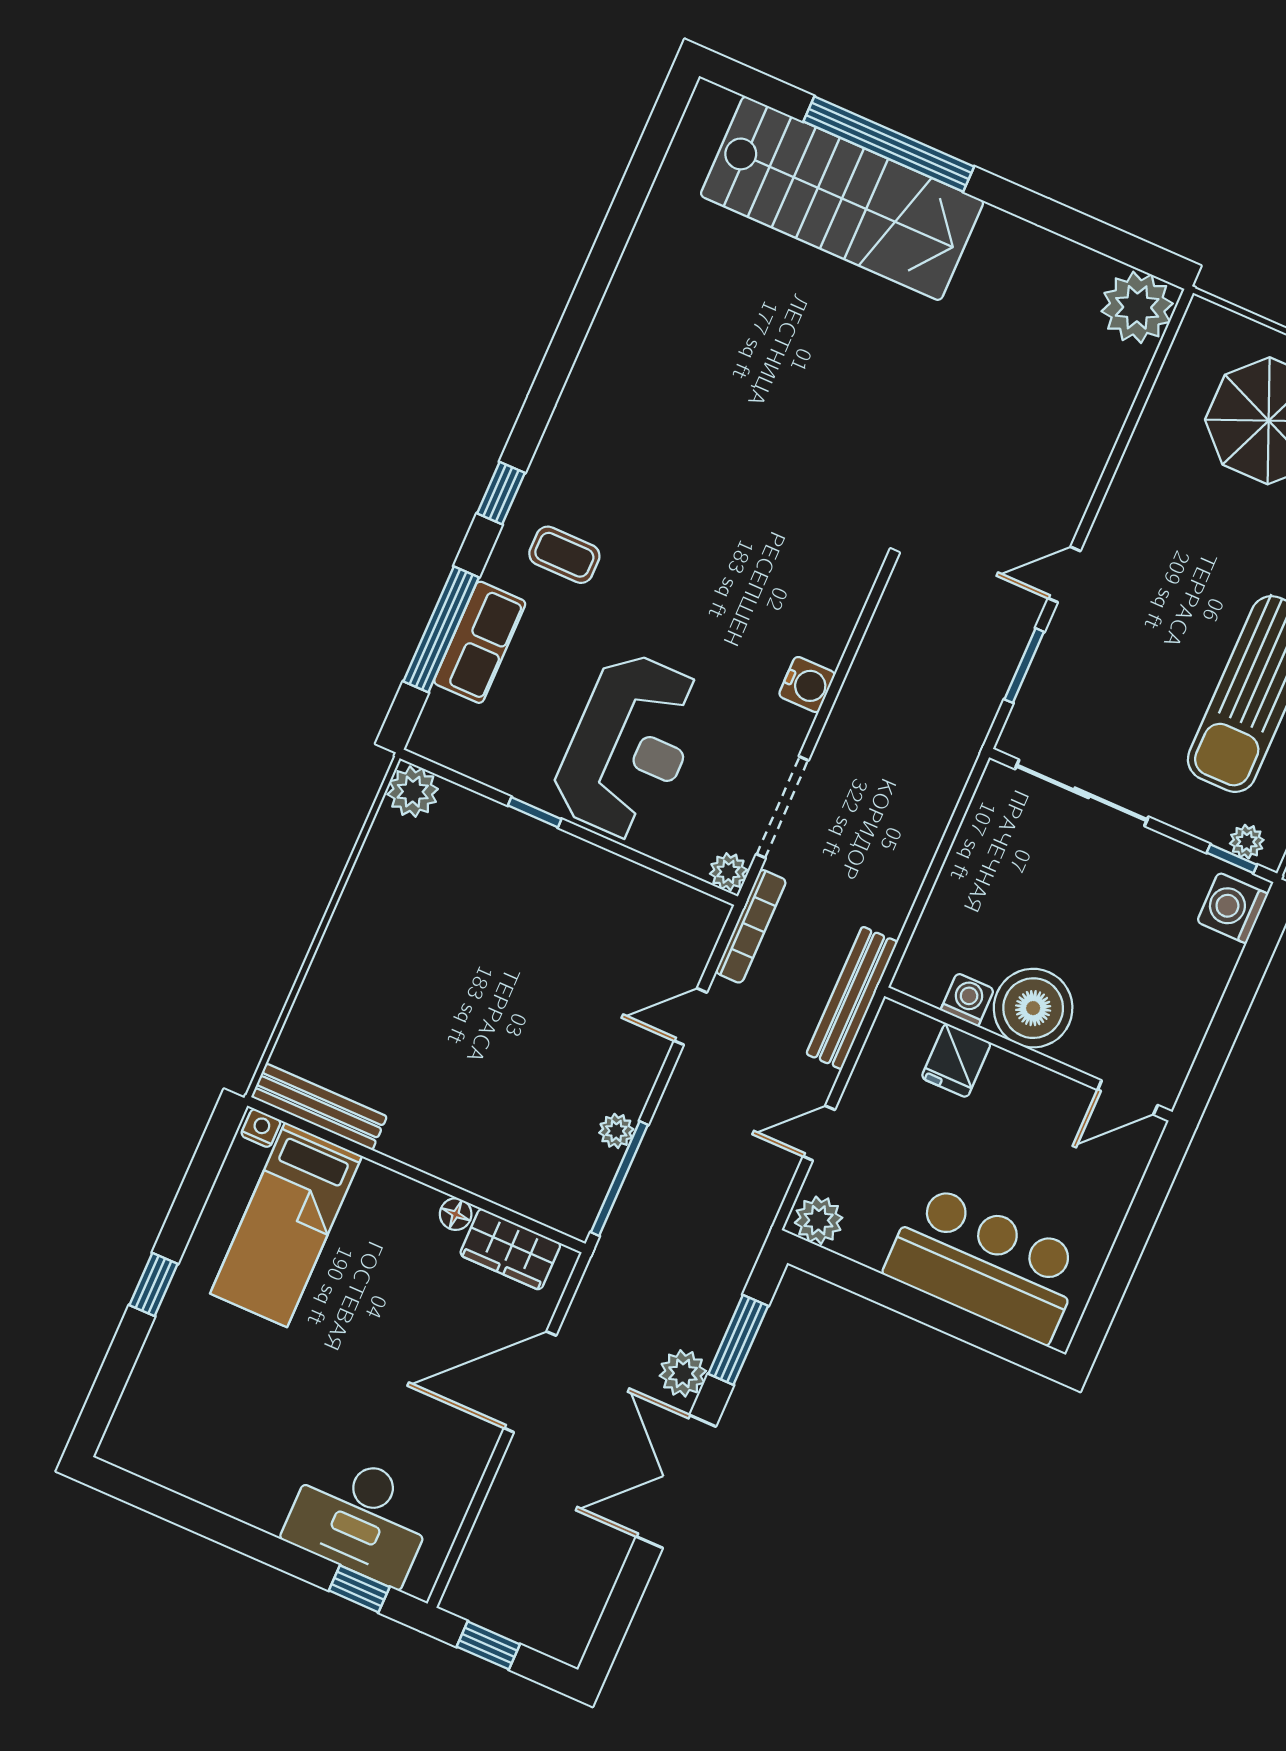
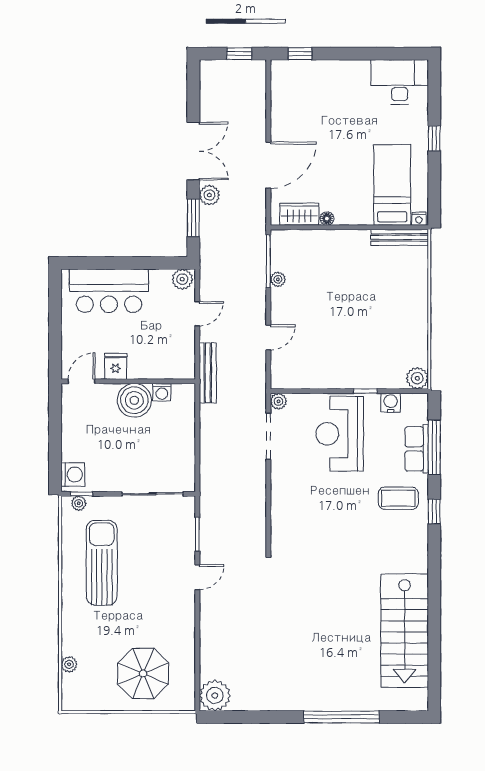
stairs: (842, 198) -> (405, 631), moved, turned -90
coffee table: (564, 555) -> (398, 498), width x1.36, depth x1.30
water cooler: (807, 685) -> (391, 403), moved, turned 90
bookcase: (751, 926) -> (260, 384), removed
fridge: (956, 1060) -> (116, 366), moved
desk: (360, 1518) -> (400, 82), moved

